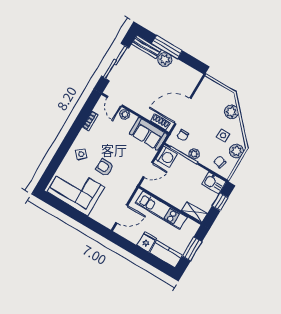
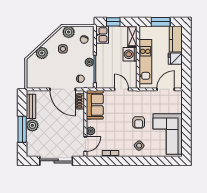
bench: (146, 47) -> (31, 106), moved
washing machine: (166, 157) -> (130, 54), moved, turned -90
door: (122, 214) -> (166, 89), hinge flipped

